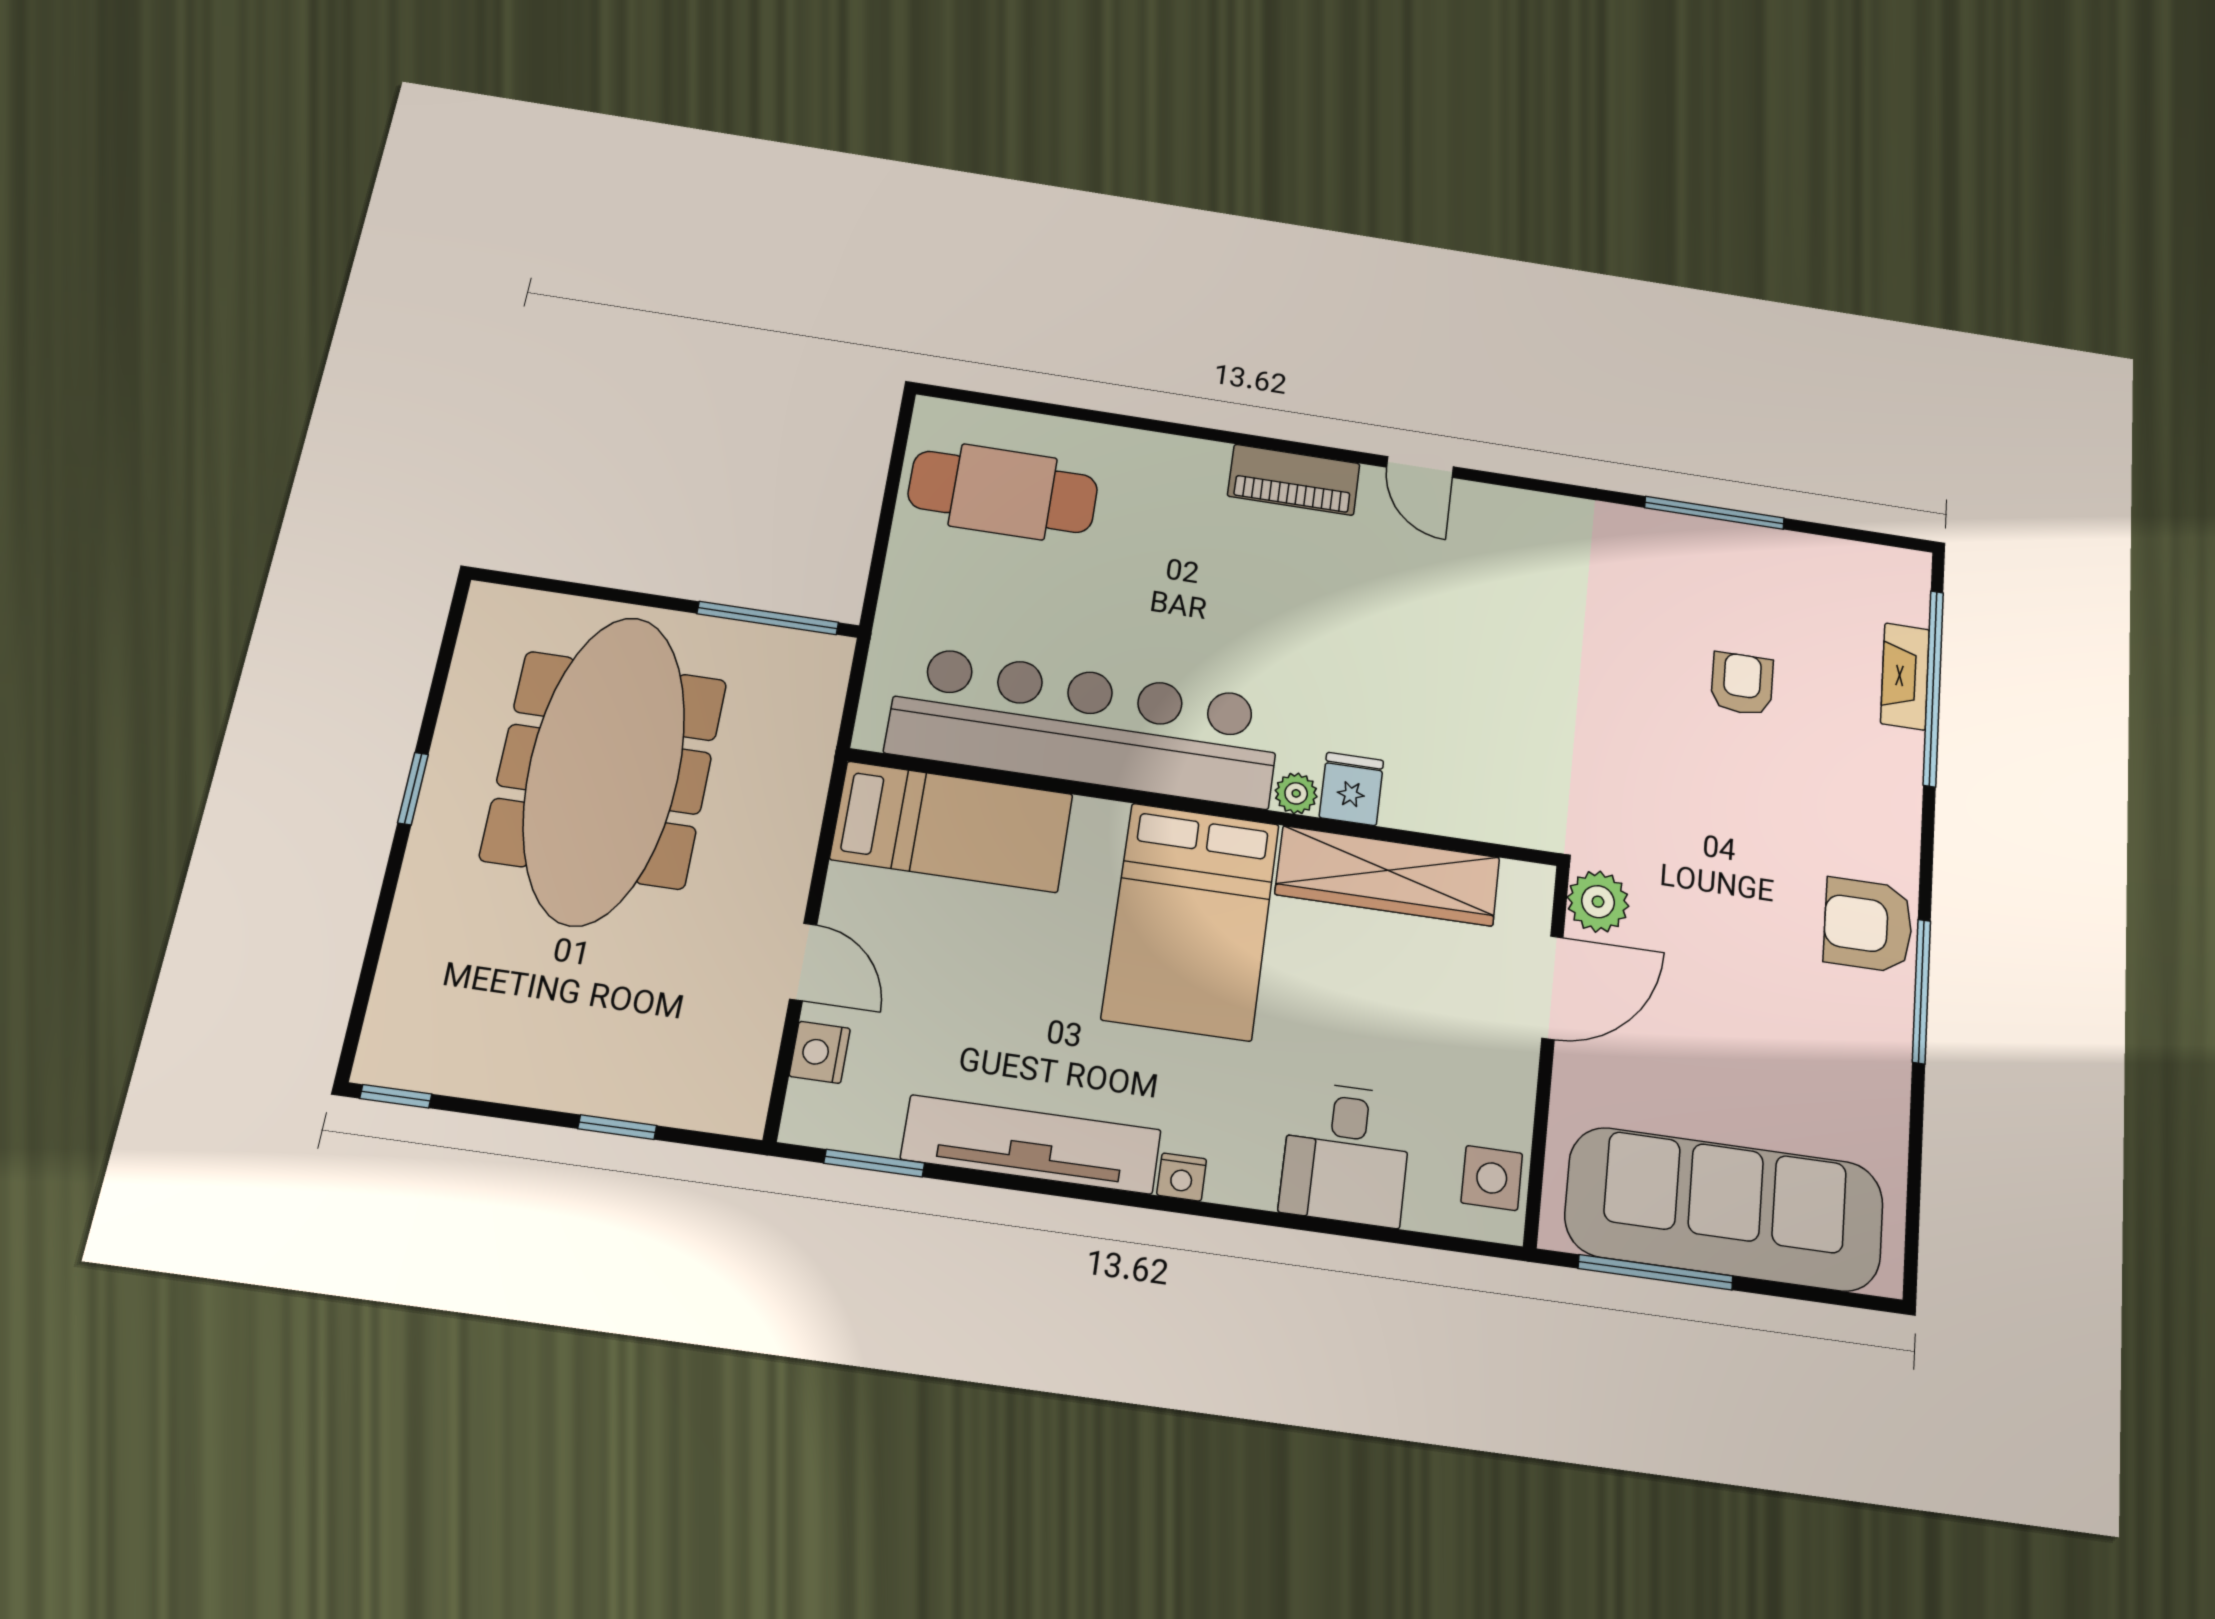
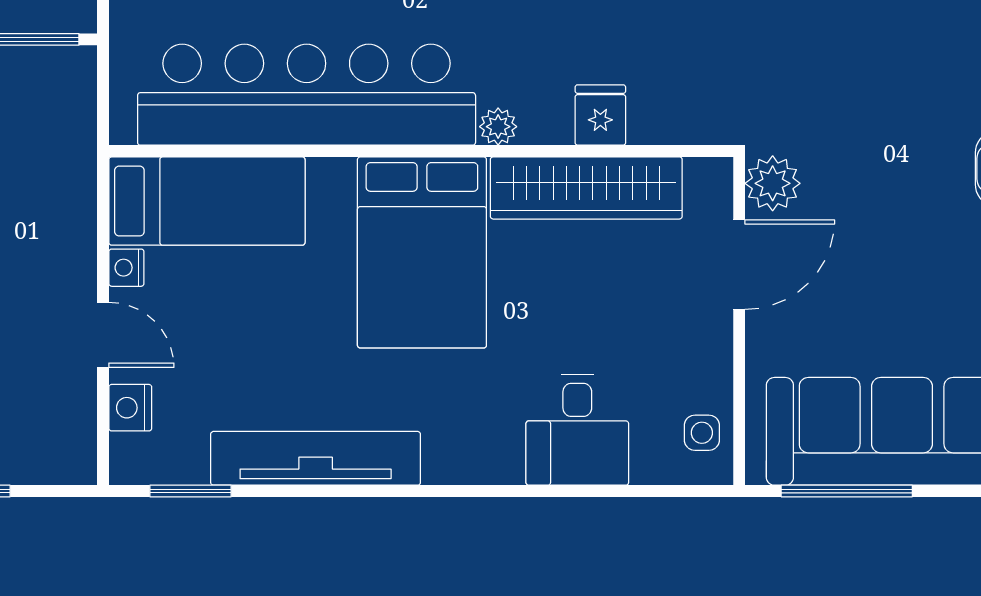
fridge: (1351, 789) -> (600, 115), moved
nightstand: (1182, 1177) -> (126, 268), moved, turned 90
side table: (1492, 1178) -> (702, 433), width x0.73, depth x0.73

